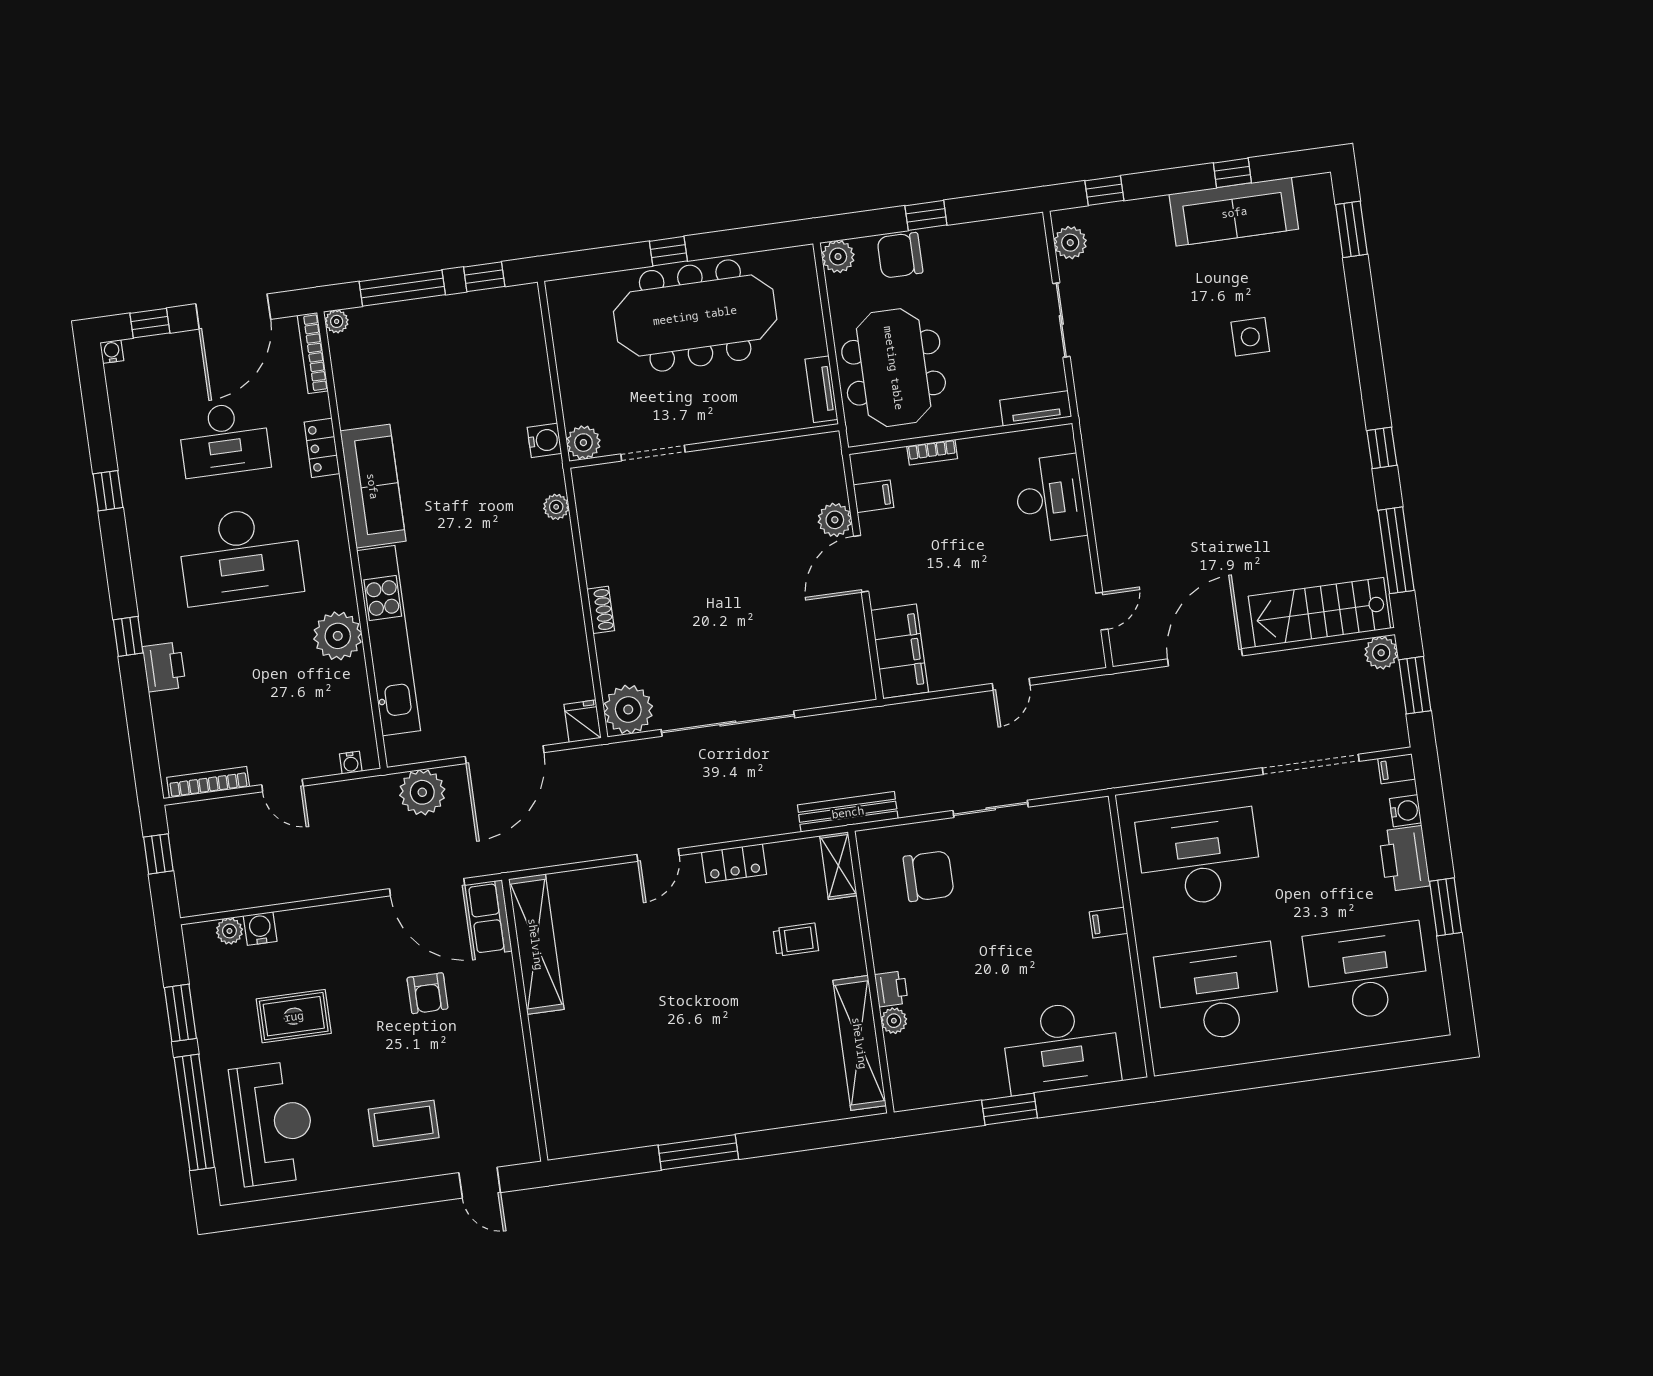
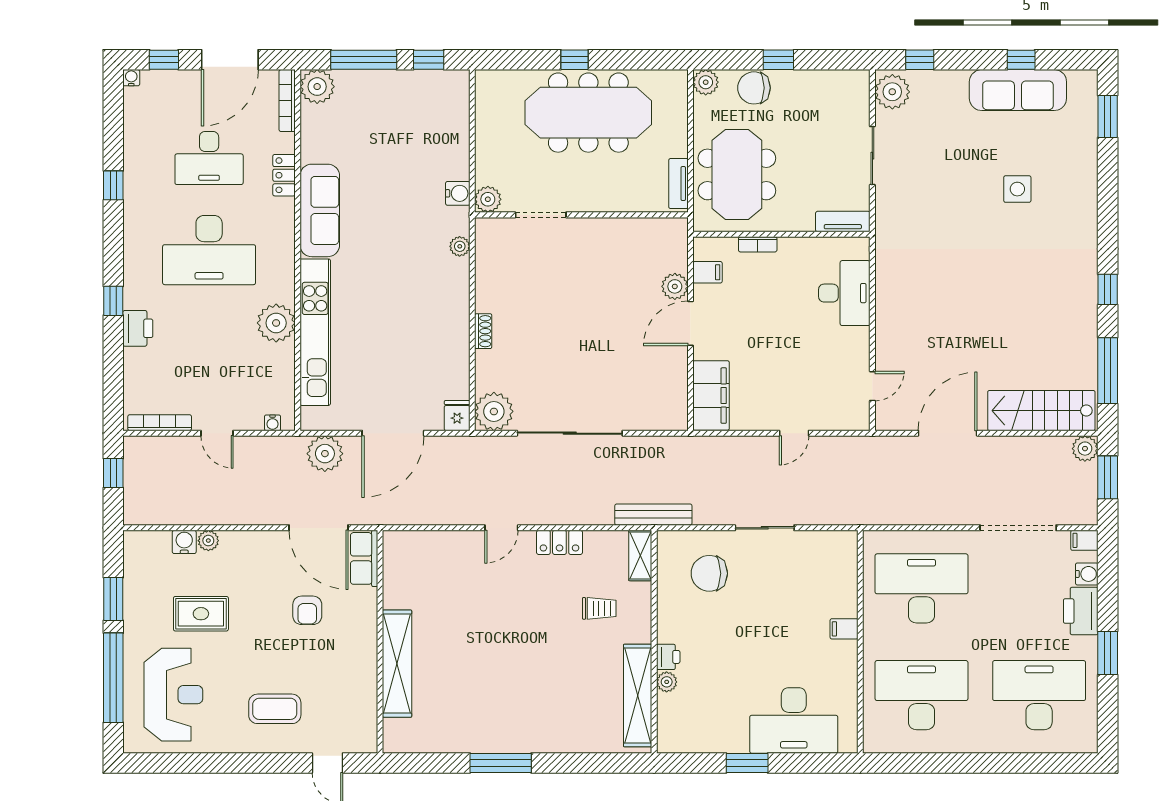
plant: (1070, 243) -> (892, 92), width x1.36, depth x1.36
plant: (337, 321) -> (317, 87), width x1.87, depth x1.87
chair: (929, 876) -> (709, 573), turned 180
plant: (229, 931) -> (208, 541), moved
shelving: (536, 944) -> (397, 664), moved

